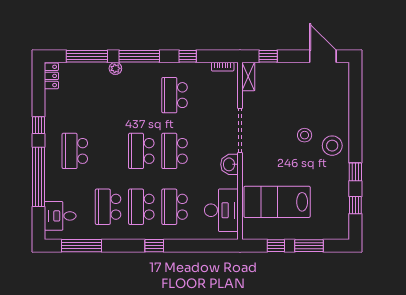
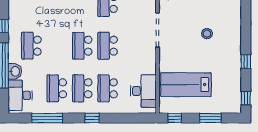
stool: (332, 146) -> (228, 42), removed
washbasin: (230, 164) -> (15, 71), moved, turned 180
window: (355, 205) -> (246, 98), moved
desk: (60, 216) -> (20, 95), width x1.37
window: (82, 246) -> (47, 118), moved
window: (276, 246) -> (175, 118), moved

